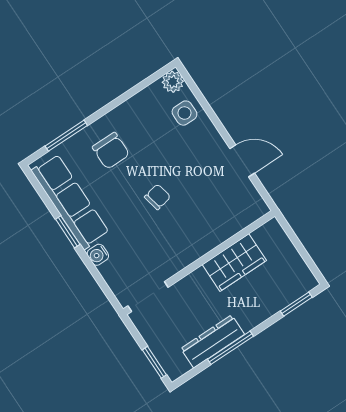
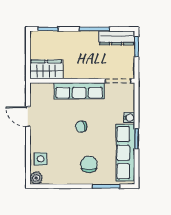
row of seats: (194, 246) -> (79, 91), added
wardrobe: (234, 263) -> (46, 69), moved
dresser: (213, 341) -> (117, 38), moved

